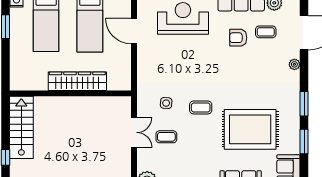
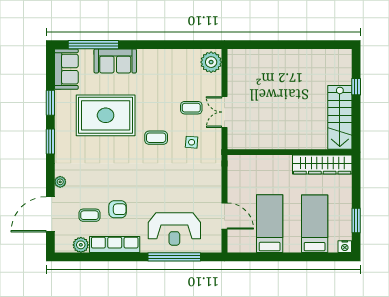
wardrobe: (77, 81) -> (322, 165), moved

